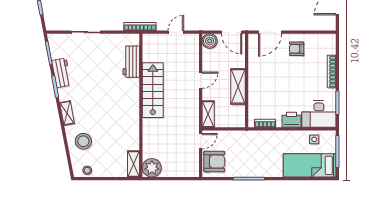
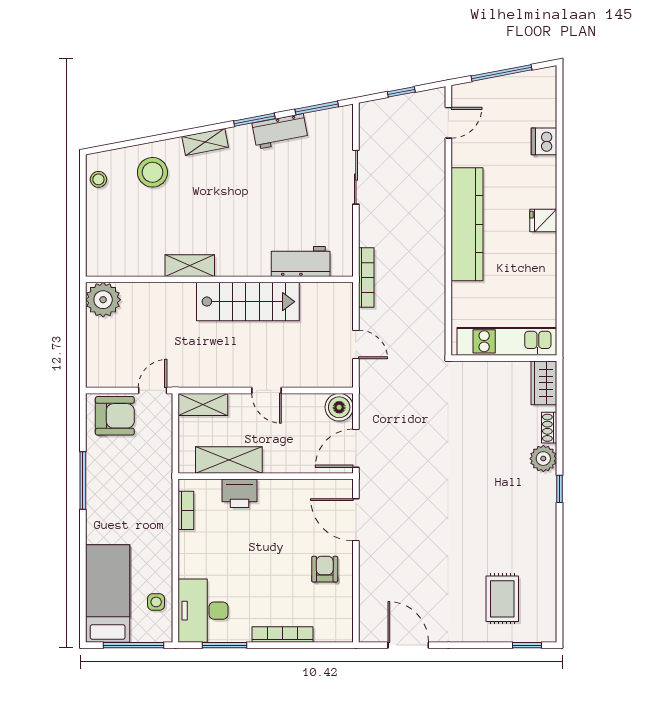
shelving: (238, 86) -> (229, 460), moved
printer: (292, 120) -> (240, 493), moved, turned 90
door: (201, 141) -> (153, 390), swing flipped
armchair: (214, 162) -> (115, 416), turned -90
shelving: (133, 164) -> (190, 266), moved

